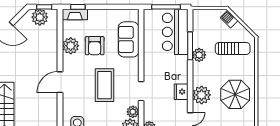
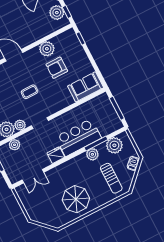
fireplace: (75, 14) -> (73, 39), removed
bar counter: (175, 32) -> (78, 137), moved
sofa: (129, 39) -> (86, 87), moved
coffee table: (105, 85) -> (30, 92), width x0.54, depth x0.58
plant: (202, 95) -> (114, 145), moved

